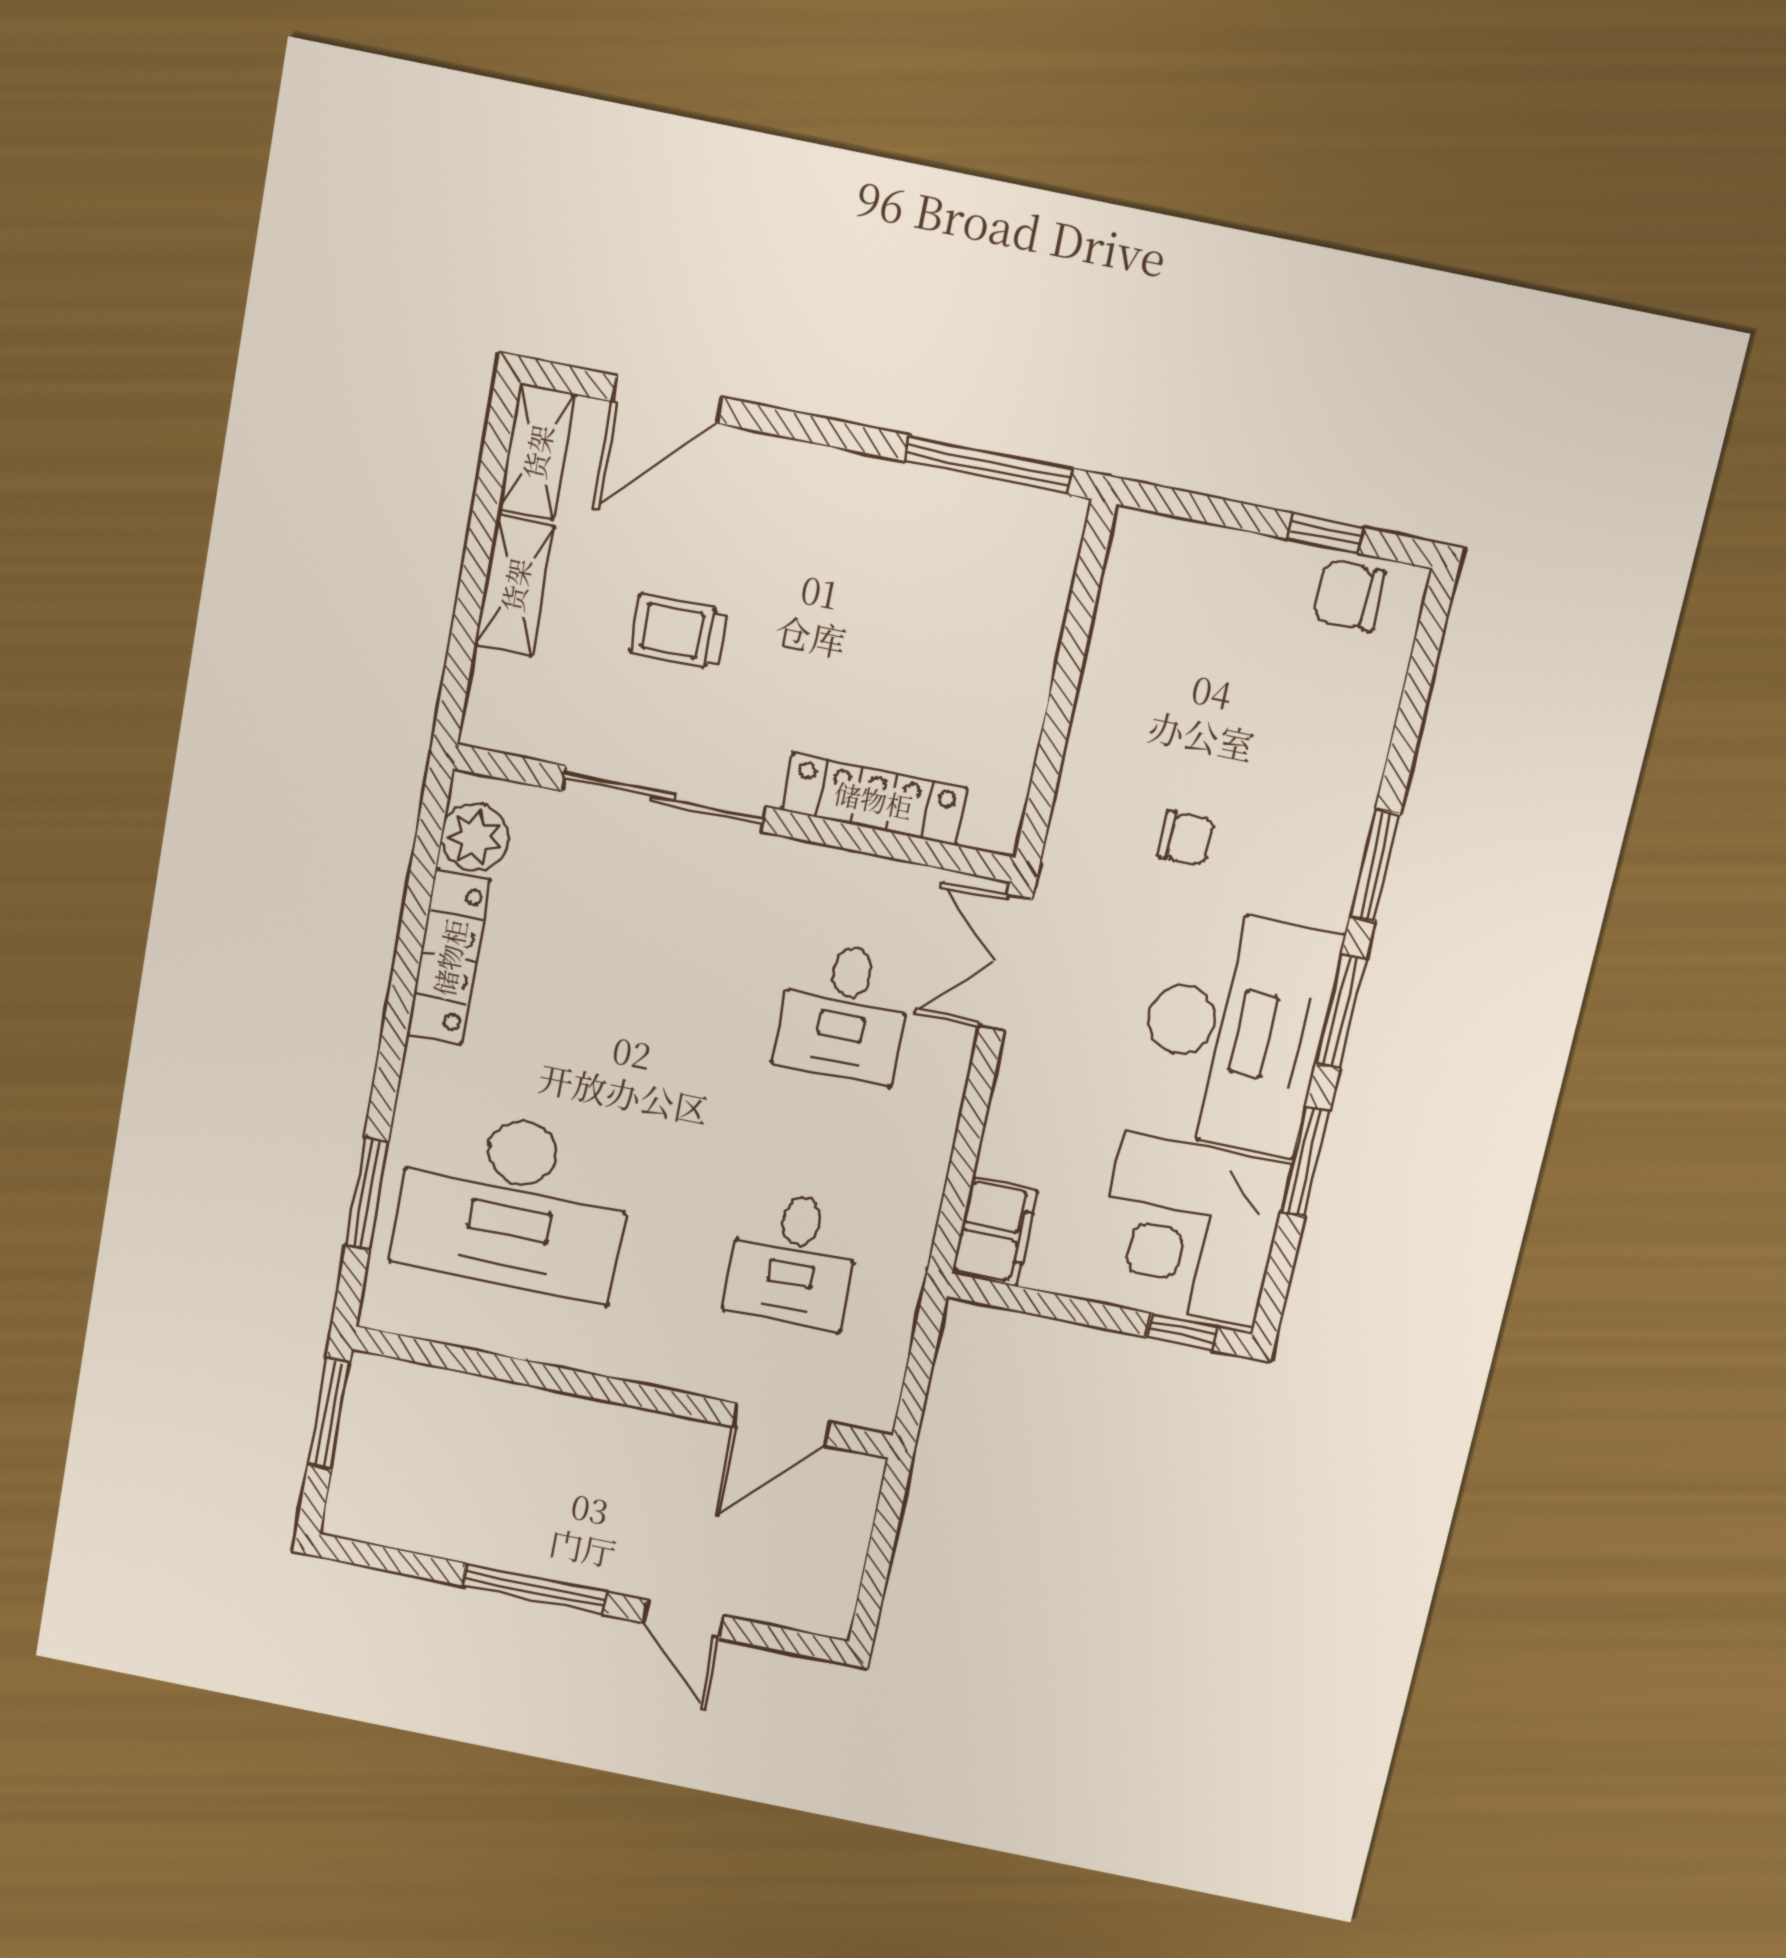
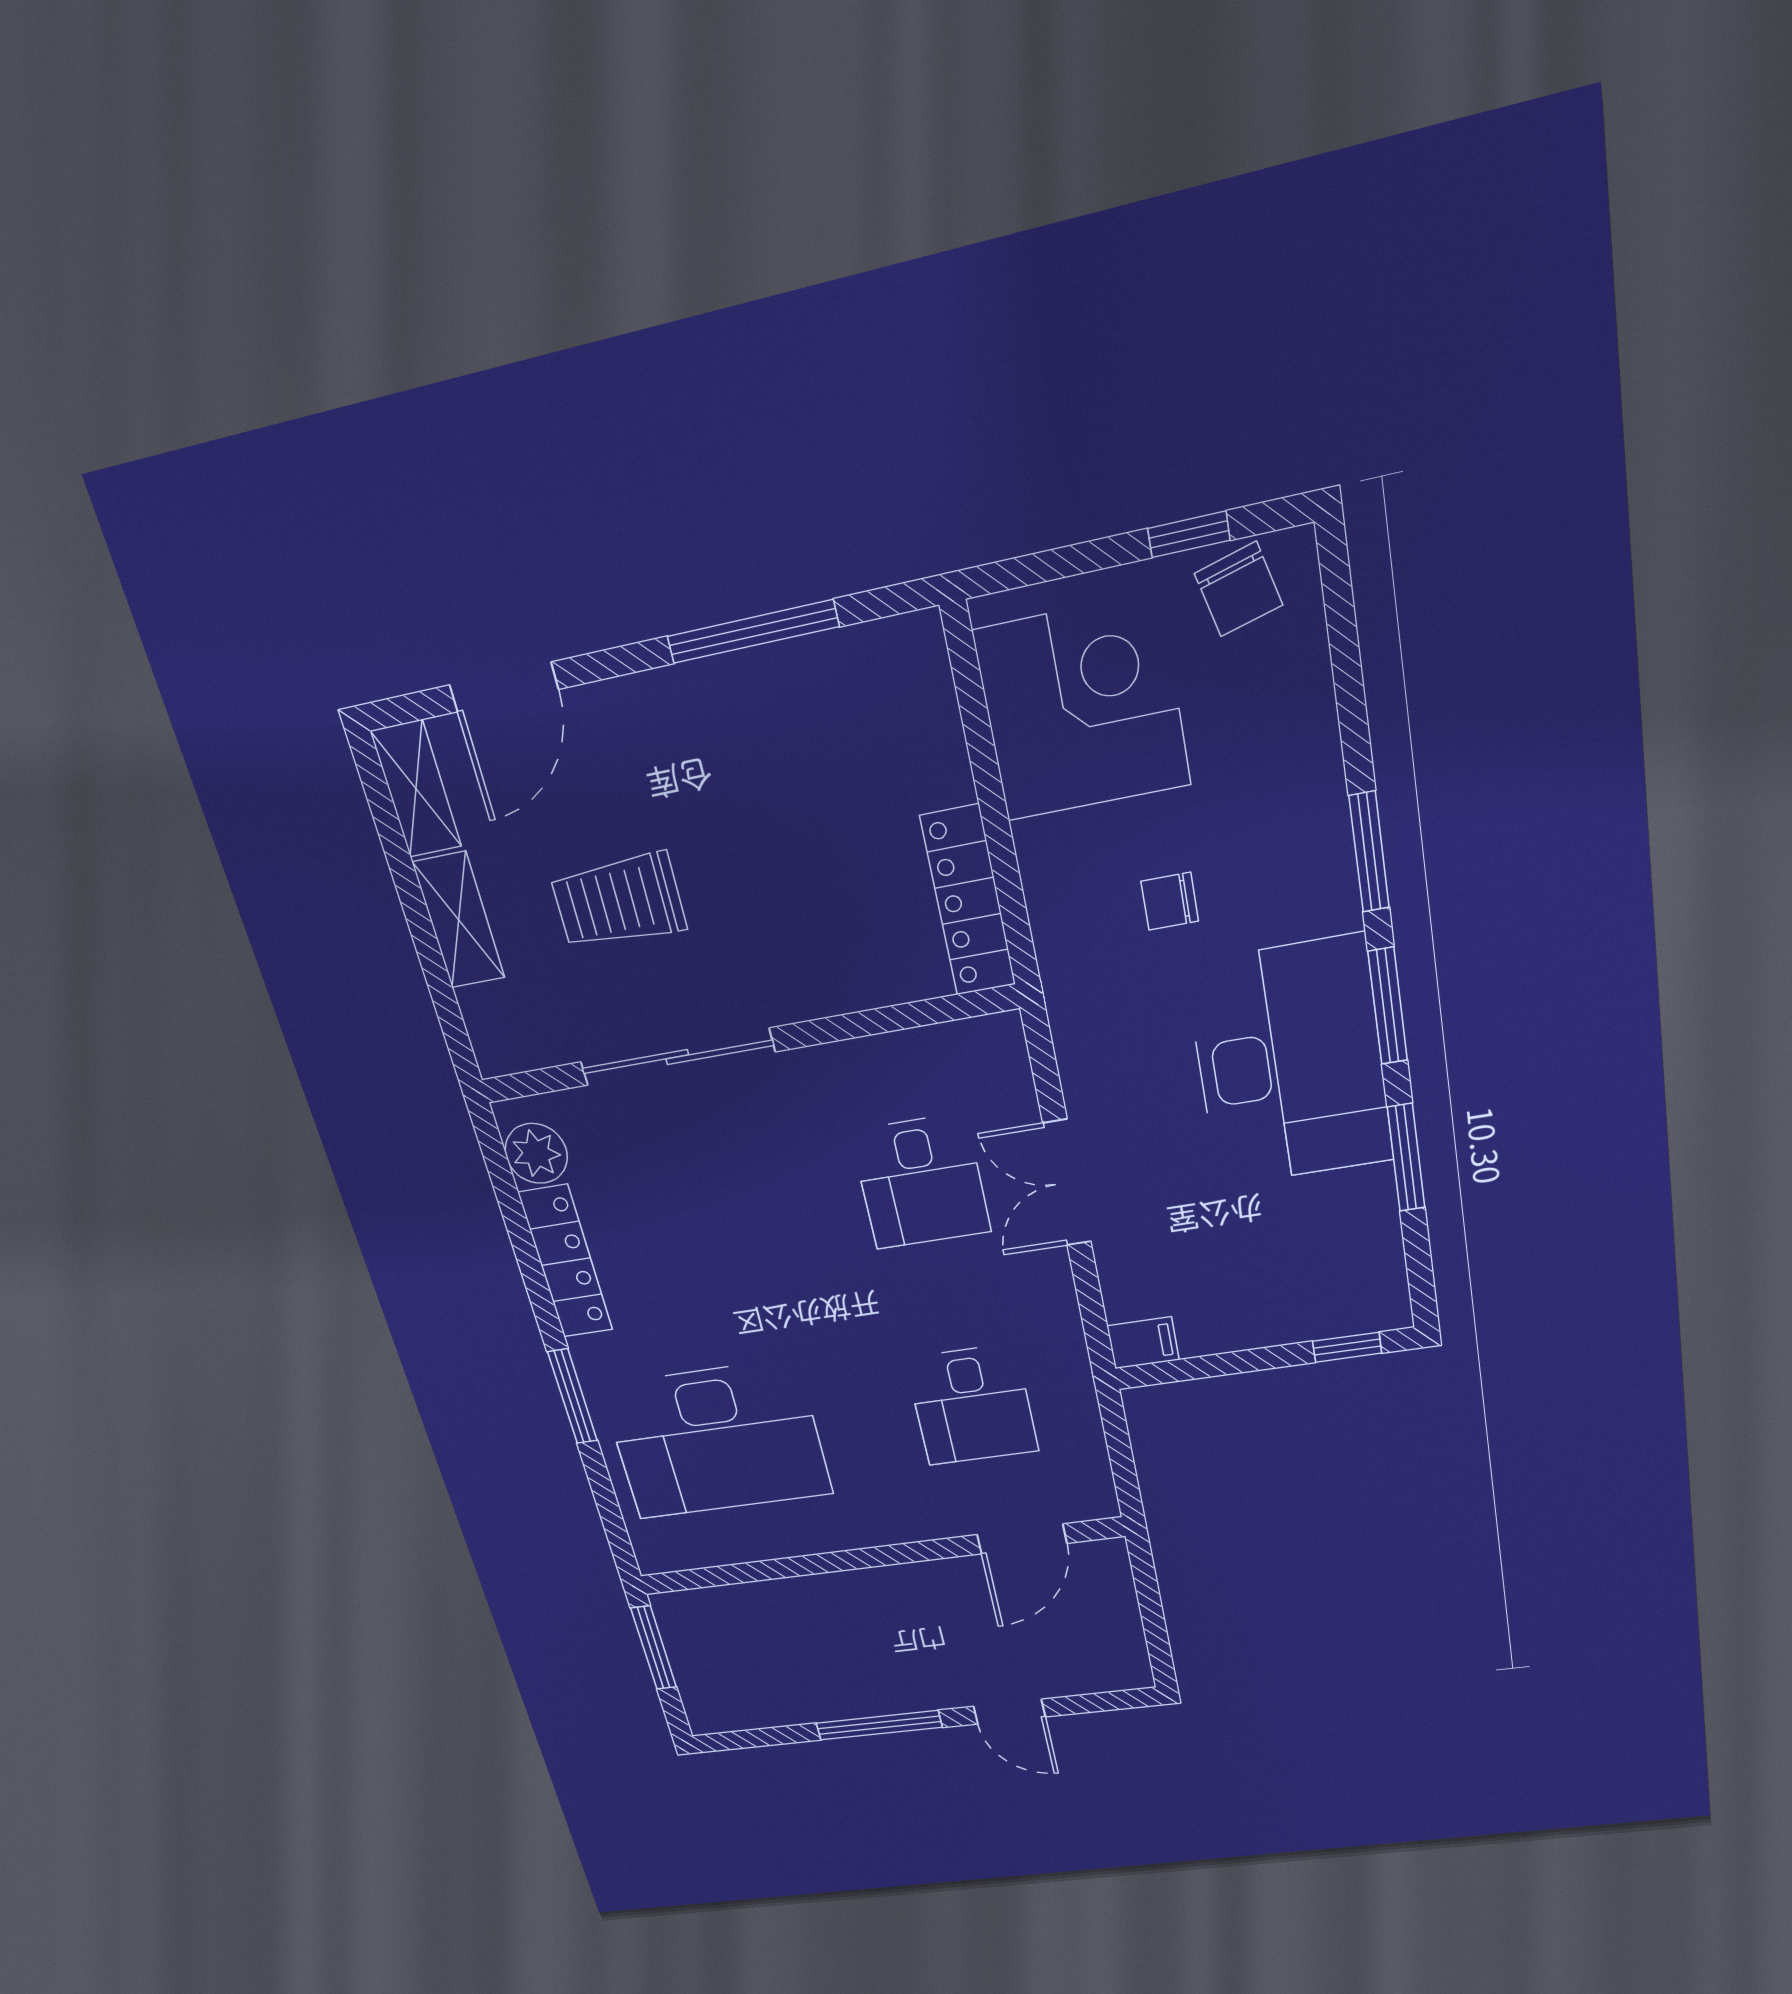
window: (988, 465) -> (753, 632), moved
chair: (1349, 596) -> (1239, 589), turned -105
trolley: (679, 632) -> (618, 901), width x1.36, depth x1.39
locker: (874, 799) -> (968, 901), moved, turned -90
chair: (1186, 838) -> (1170, 901), turned 180
double door: (1005, 964) -> (1067, 1183), moved
window: (367, 1194) -> (573, 1396), moved
corner desk: (1190, 1229) -> (1082, 708), moved, turned 180
filing cabinet: (995, 1232) -> (1143, 1343), width x0.50

